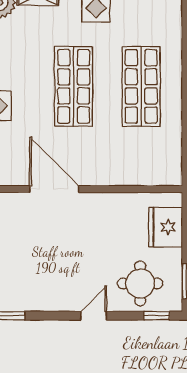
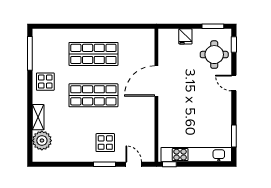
door: (54, 189) -> (156, 81), moved
fridge: (165, 227) -> (185, 36), width x0.53, depth x0.75

